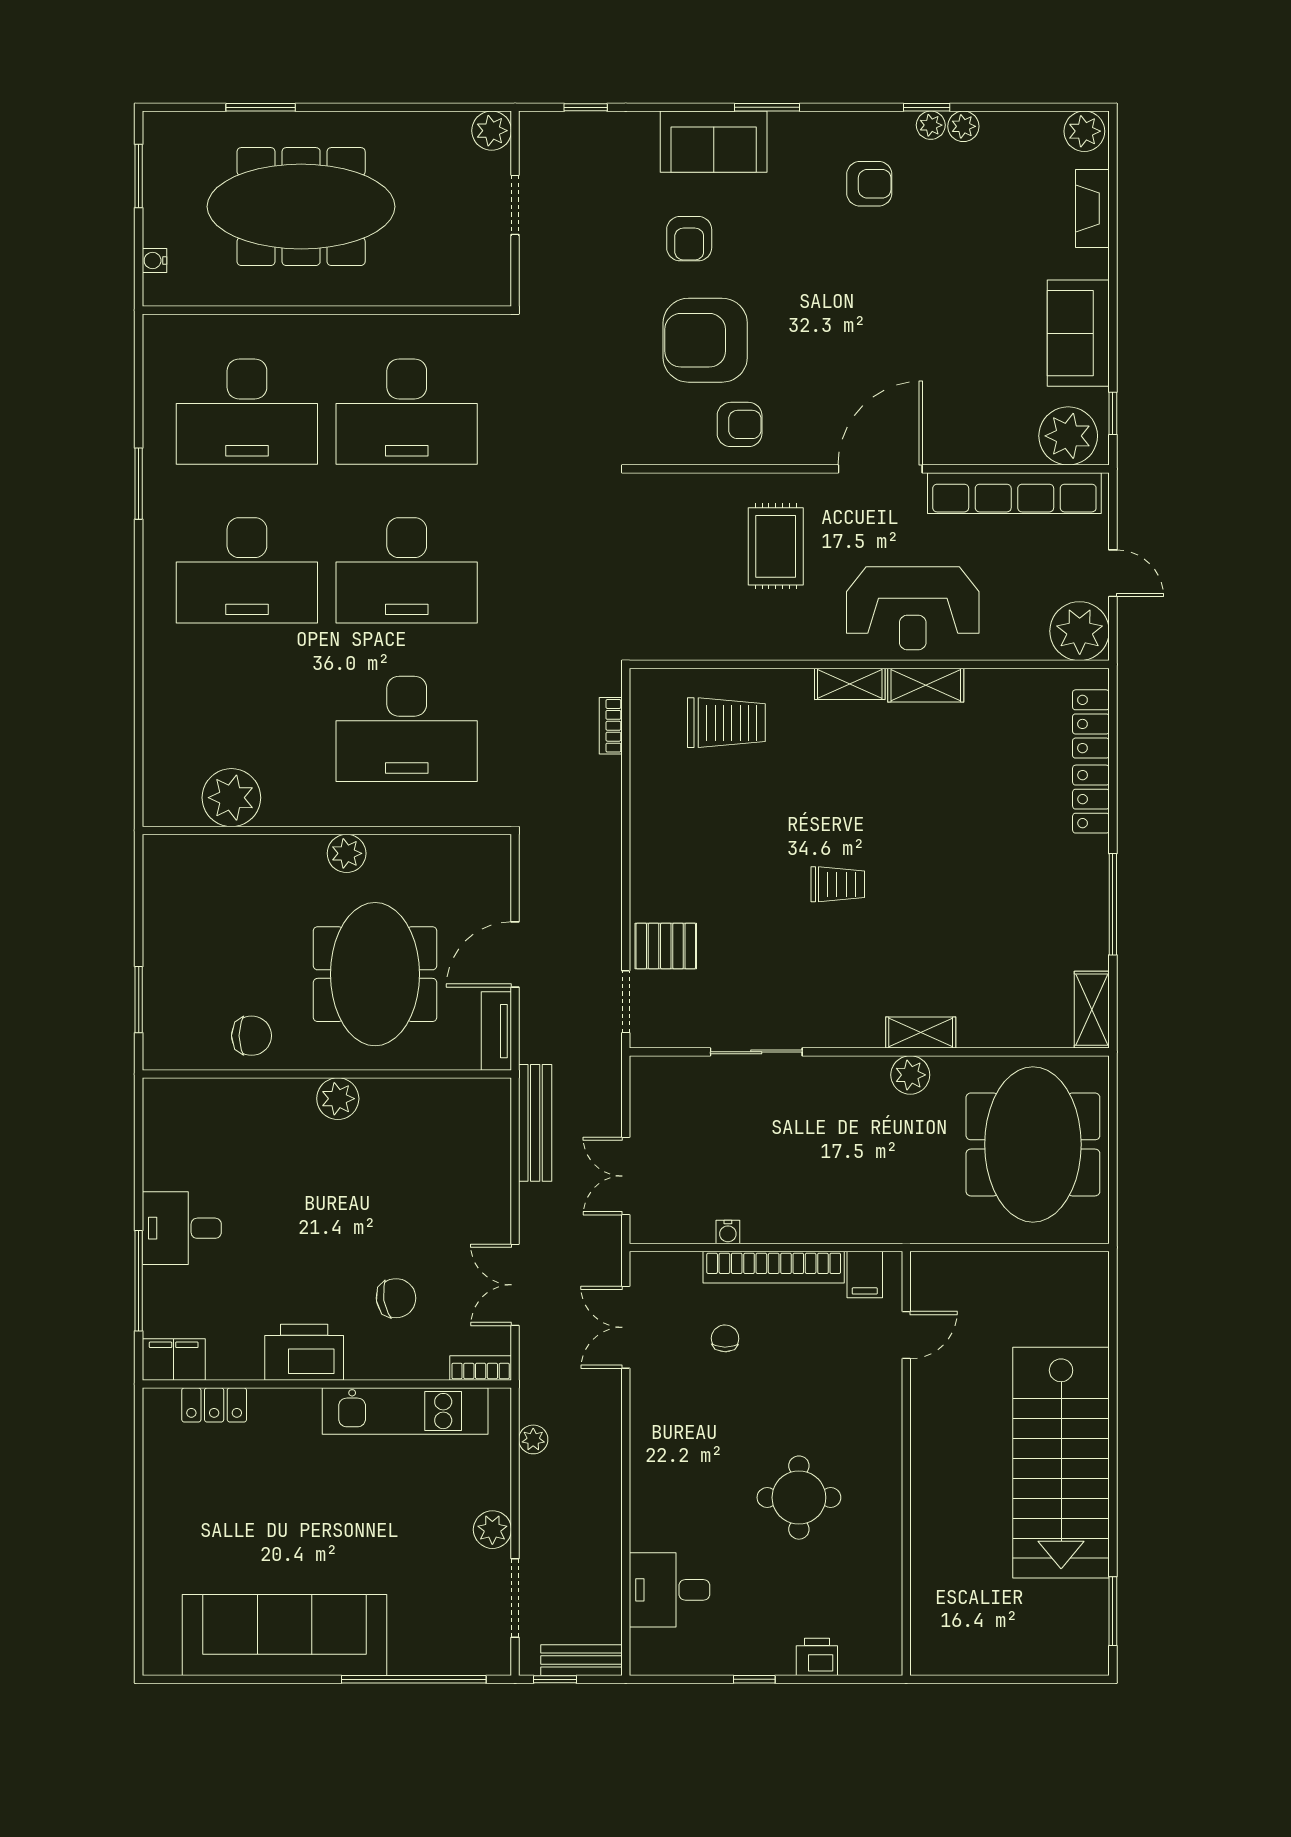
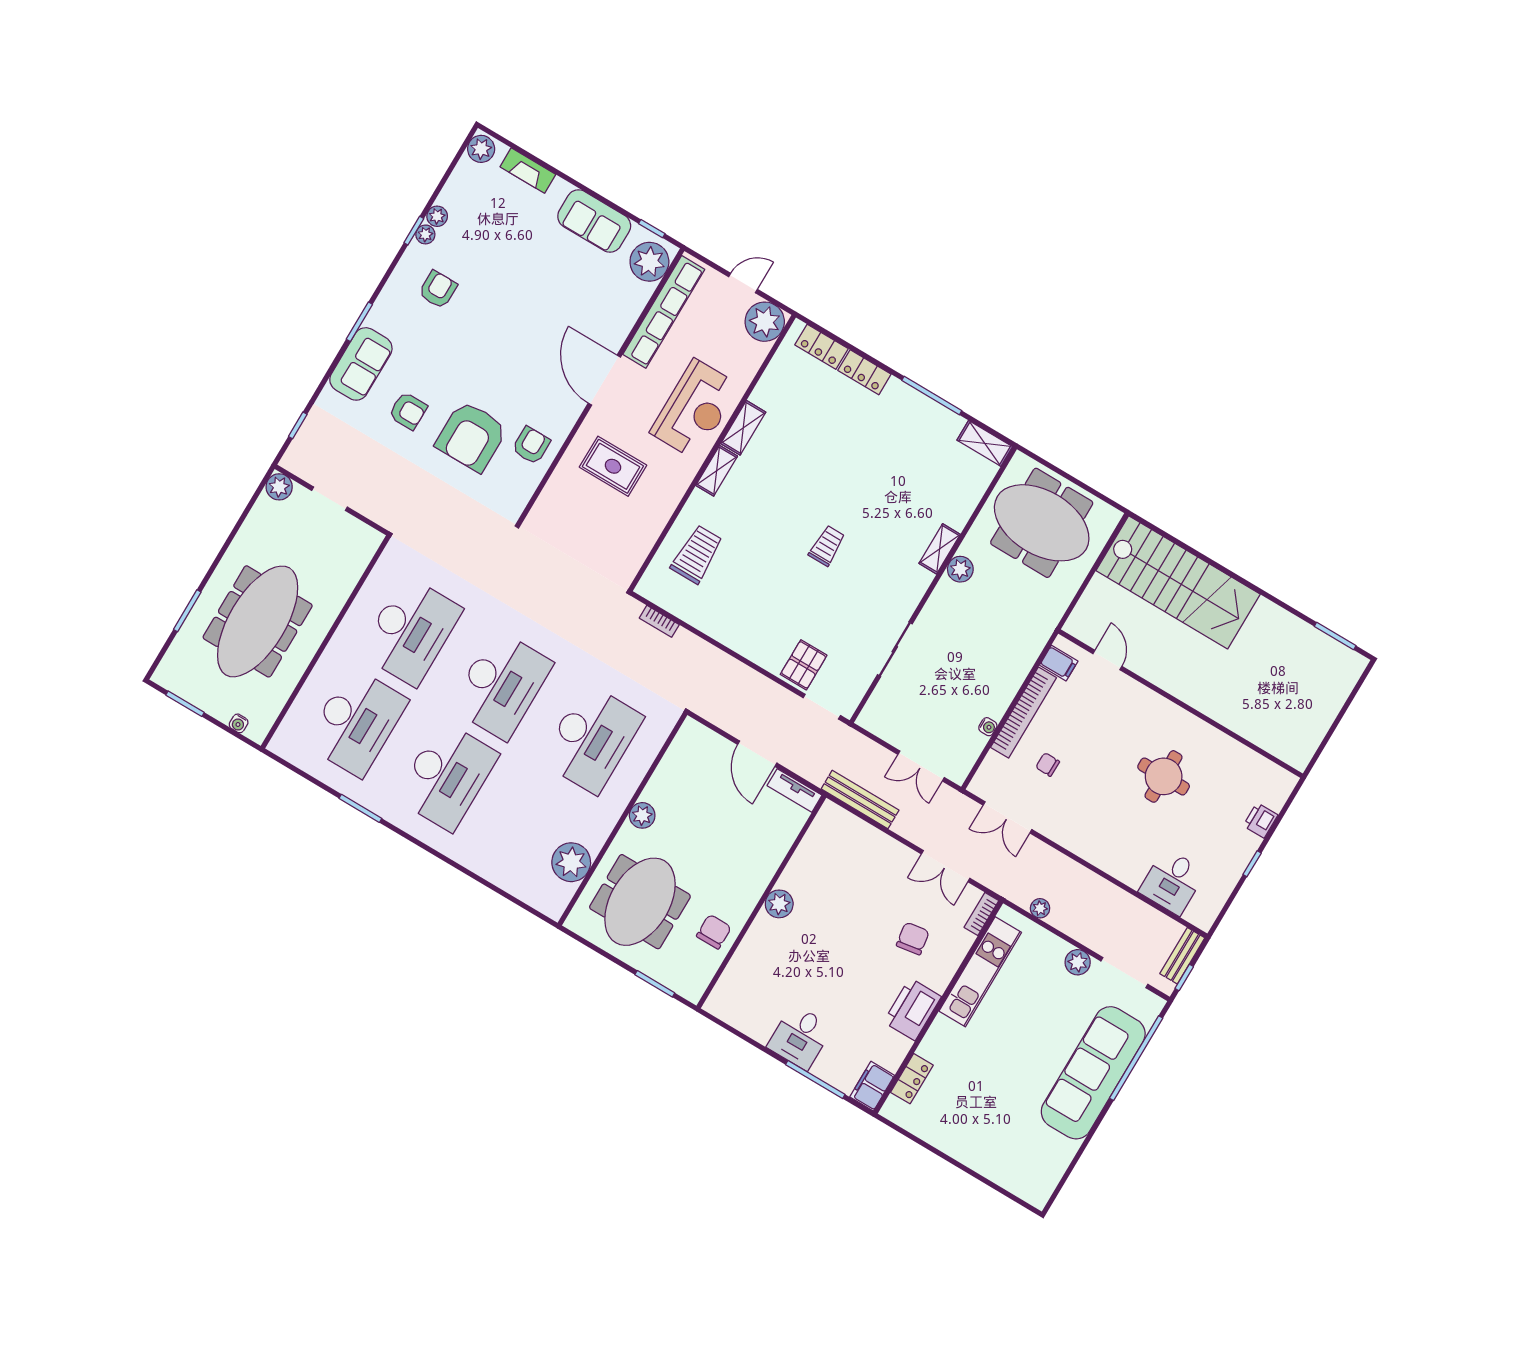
meeting table: (375, 974) -> (640, 902), moved, turned 90
stairs: (1061, 1463) -> (1178, 582), moved
sofa: (285, 1635) -> (1093, 1073), moved

